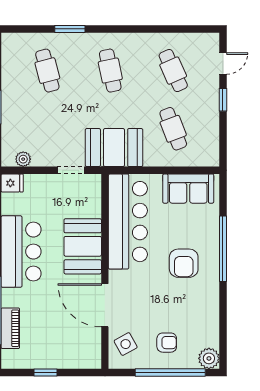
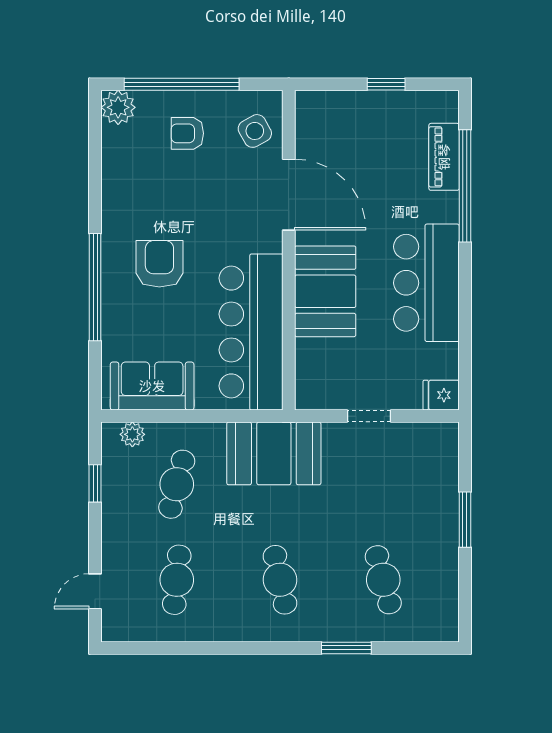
cafe table: (173, 71) -> (177, 580), turned 30
window: (223, 100) -> (95, 483), moved
cafe table: (173, 129) -> (177, 484), turned 36
plant: (23, 159) -> (132, 434), moved
doorway: (71, 170) -> (369, 416), moved

